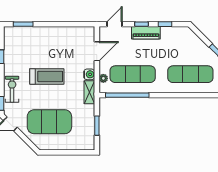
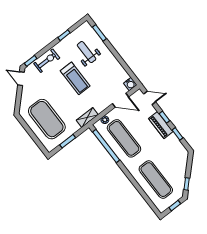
weight bench: (31, 48) -> (87, 52), added
water cooler: (89, 74) -> (130, 84), moved
exercise mat: (49, 122) -> (47, 119), moved

